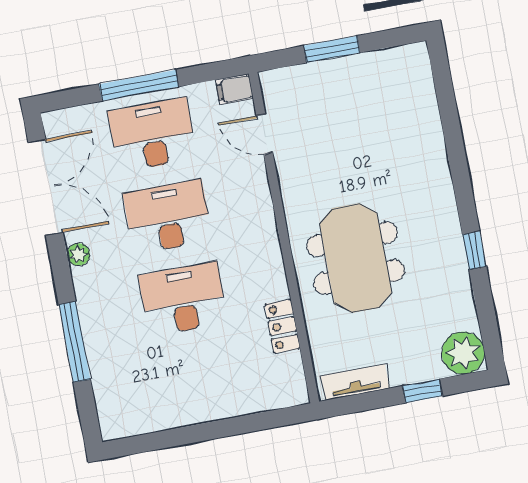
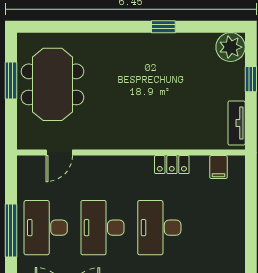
window: (332, 49) -> (11, 81), moved
filing cabinet: (234, 89) -> (218, 167), moved
meeting table: (356, 258) -> (52, 84), moved, turned 90
locker: (282, 326) -> (172, 165), moved

